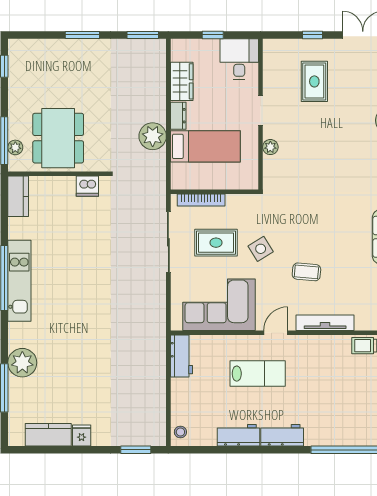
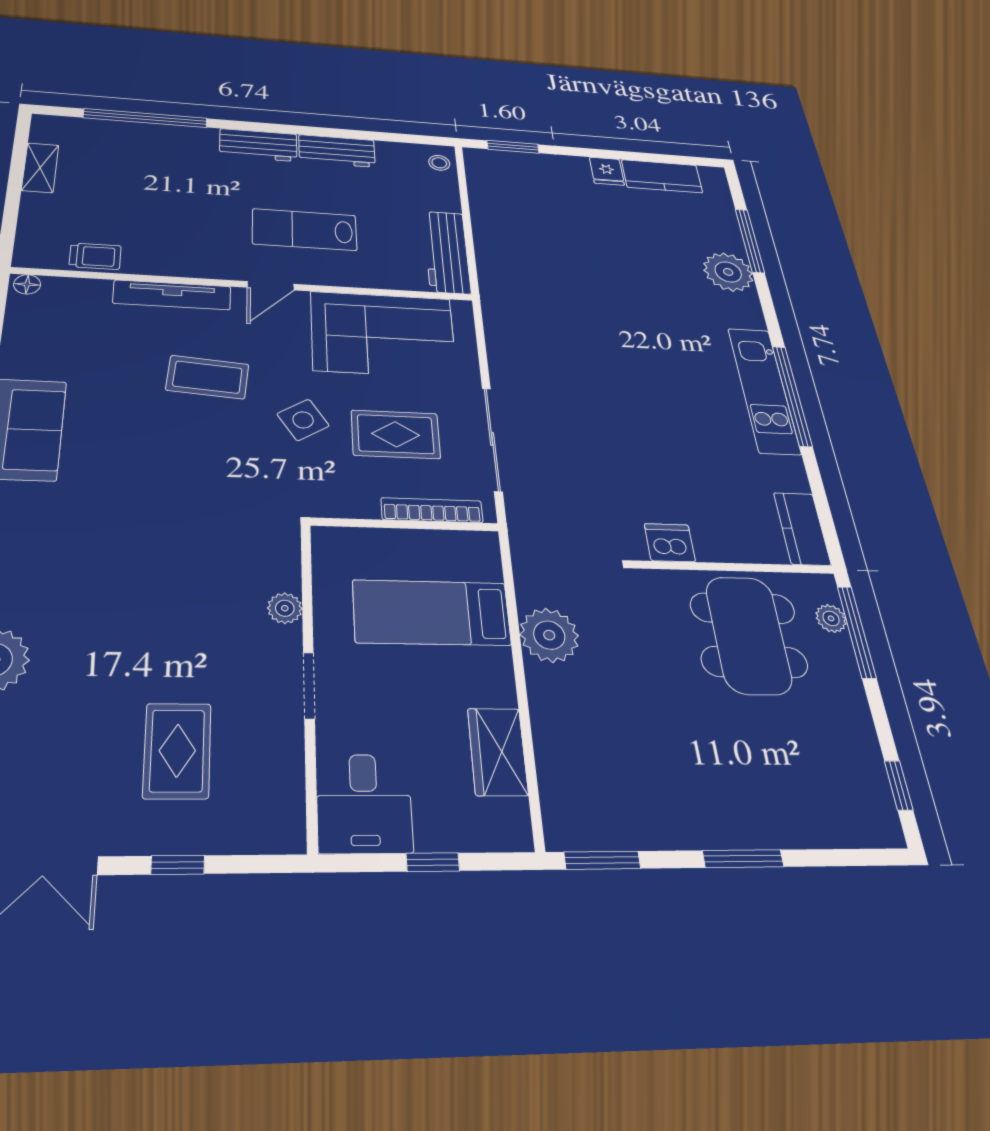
dresser: (178, 116) -> (498, 677), removed
coffee table: (306, 272) -> (207, 377), width x1.36, depth x1.30
workbench: (181, 356) -> (447, 252), width x1.38

